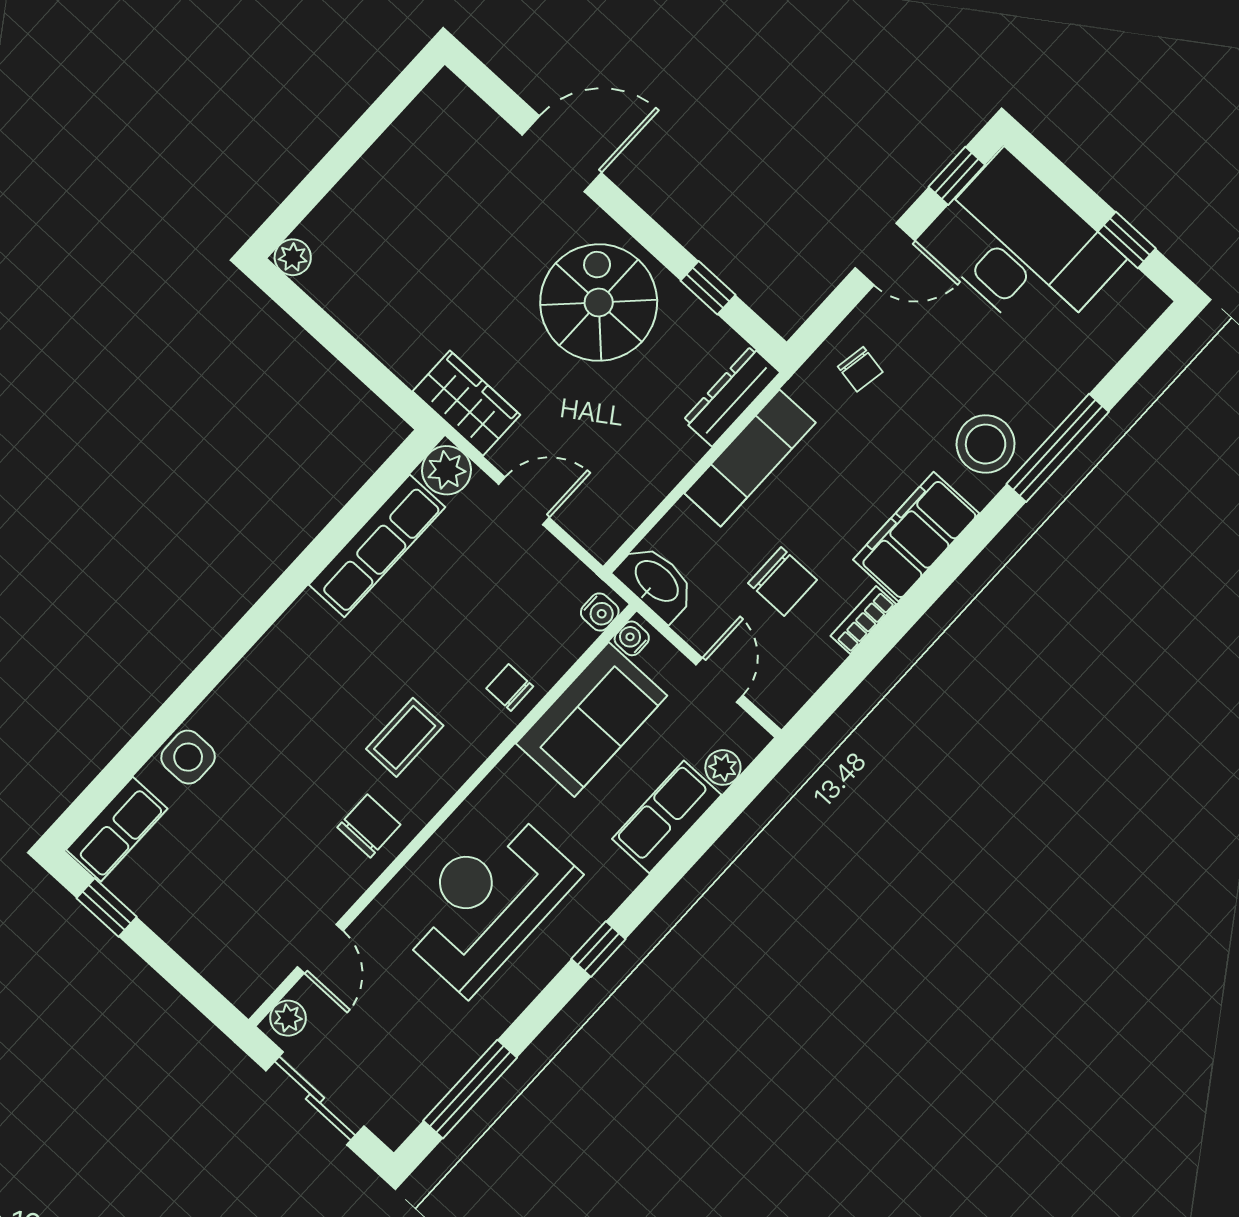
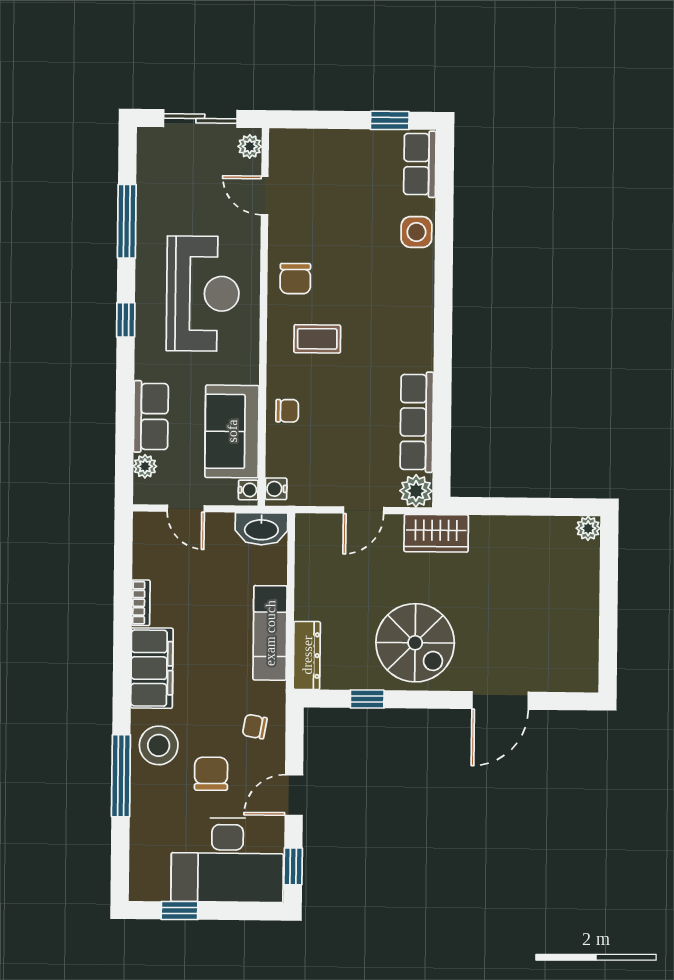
chair: (783, 582) -> (211, 774), moved, turned 90
coffee table: (405, 737) -> (317, 339), turned 90
window: (470, 1089) -> (127, 221), moved

